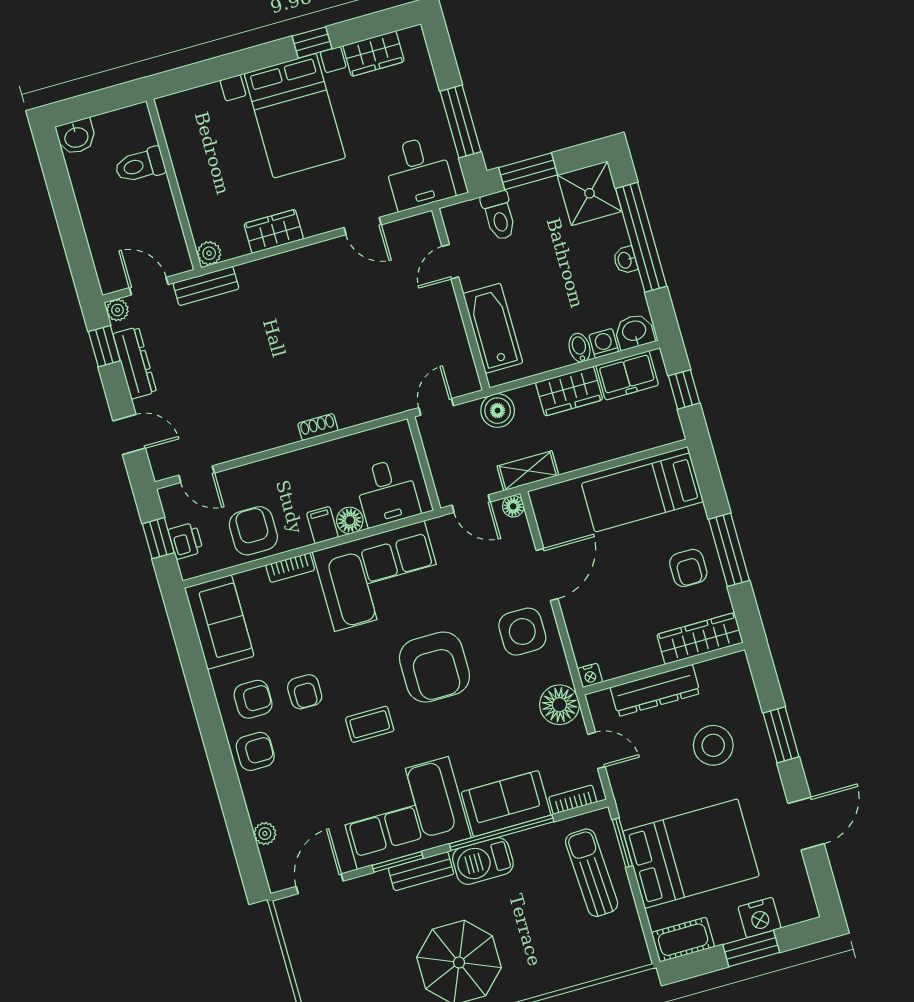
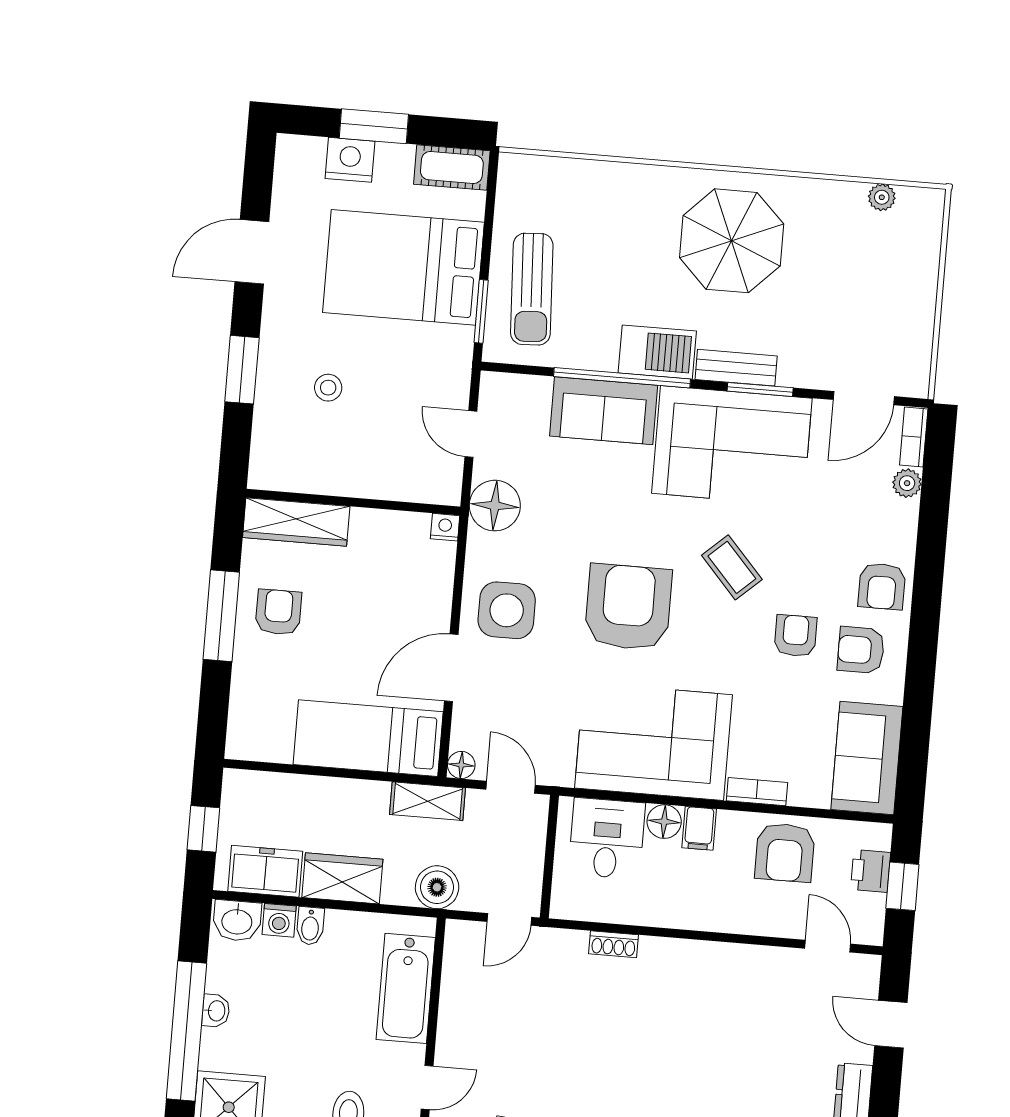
shoe rack: (318, 427) -> (614, 944), moved
bed: (642, 493) -> (368, 738), moved, turned 180
dresser: (655, 690) -> (373, 480), removed
coffee table: (370, 724) -> (732, 567), turned 48
stool: (713, 745) -> (328, 388), width x0.53, depth x0.53
armchair: (255, 751) -> (882, 586), turned -90
bookcase: (573, 800) -> (914, 437), moved, turned 90

